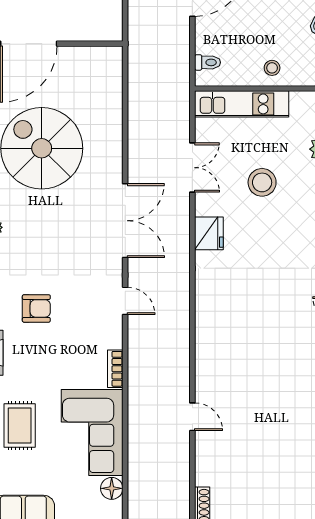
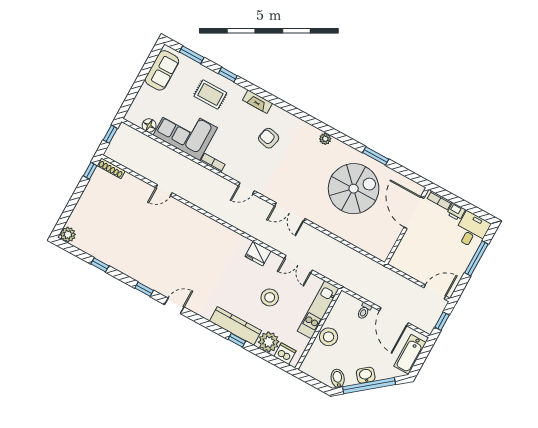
toilet: (207, 62) -> (364, 311), moved
stool: (272, 68) -> (329, 337), width x1.89, depth x1.89
double door: (125, 221) -> (290, 212), width x0.73
armchair: (36, 308) -> (269, 138), turned 103

